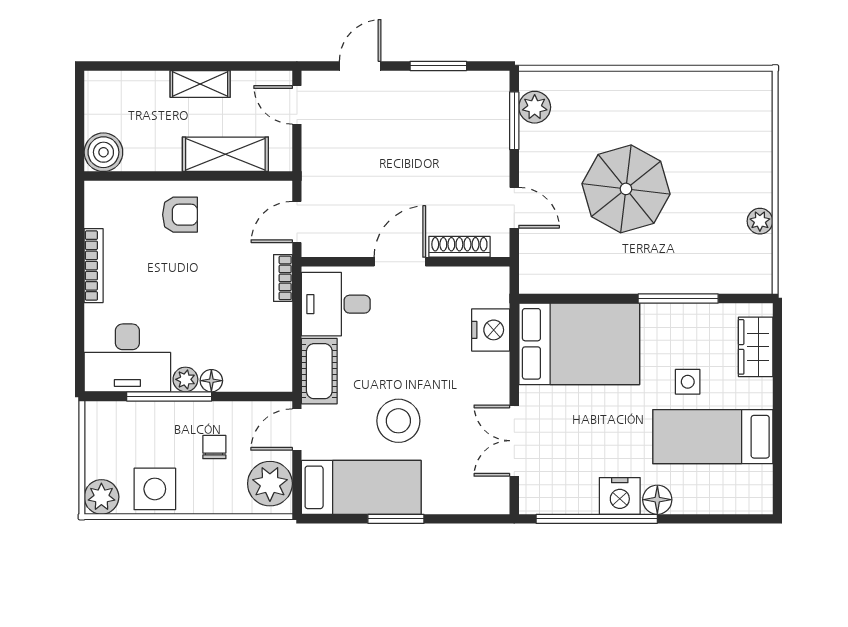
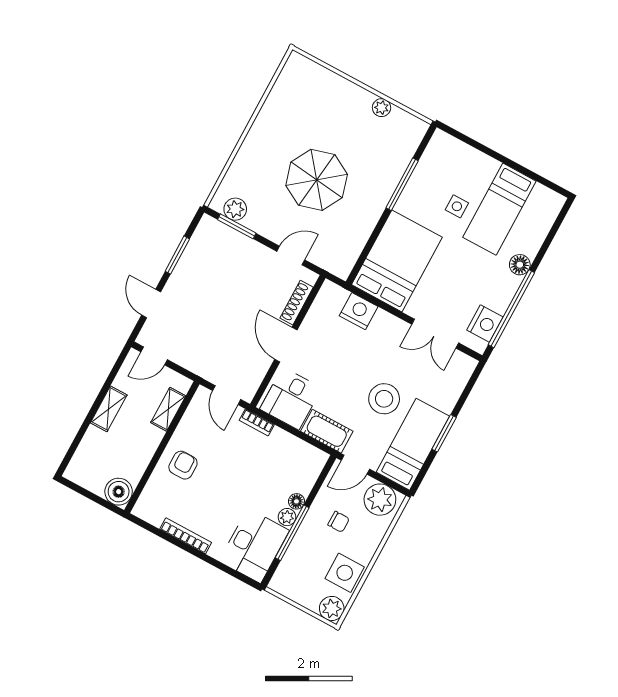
shelving: (225, 154) -> (168, 409), width x0.67, depth x0.75
wardrobe: (756, 347) -> (458, 153), removed
door: (297, 429) -> (355, 465), hinge flipped
chair: (214, 447) -> (339, 522), turned 180
nightstand: (620, 496) -> (485, 324), moved

